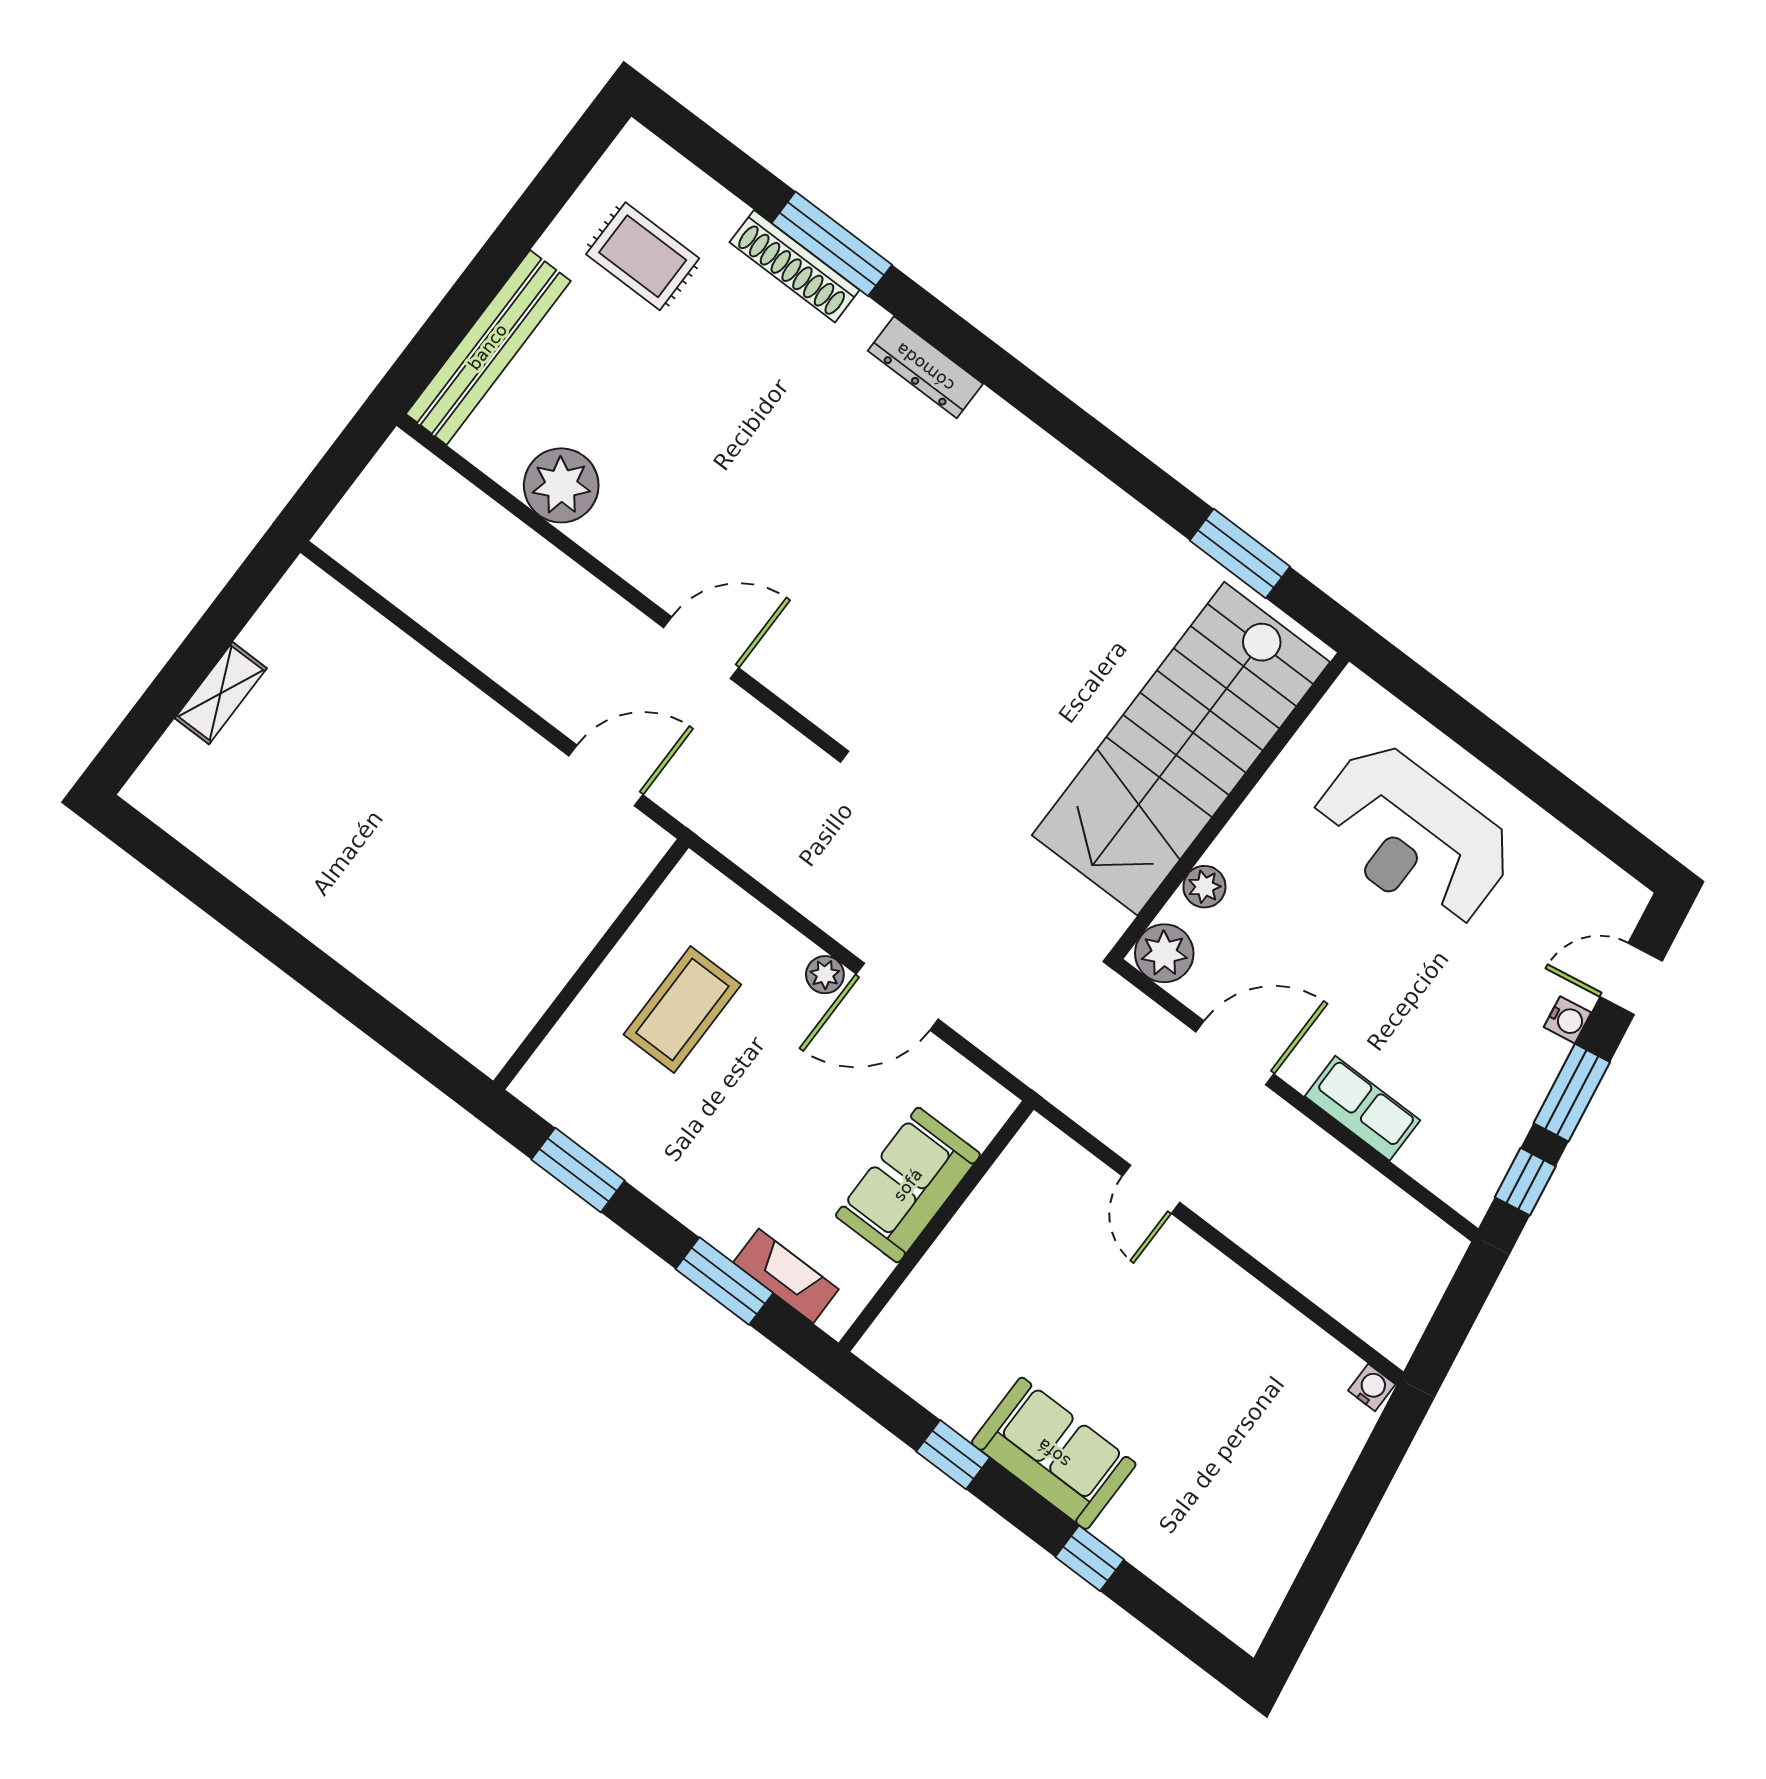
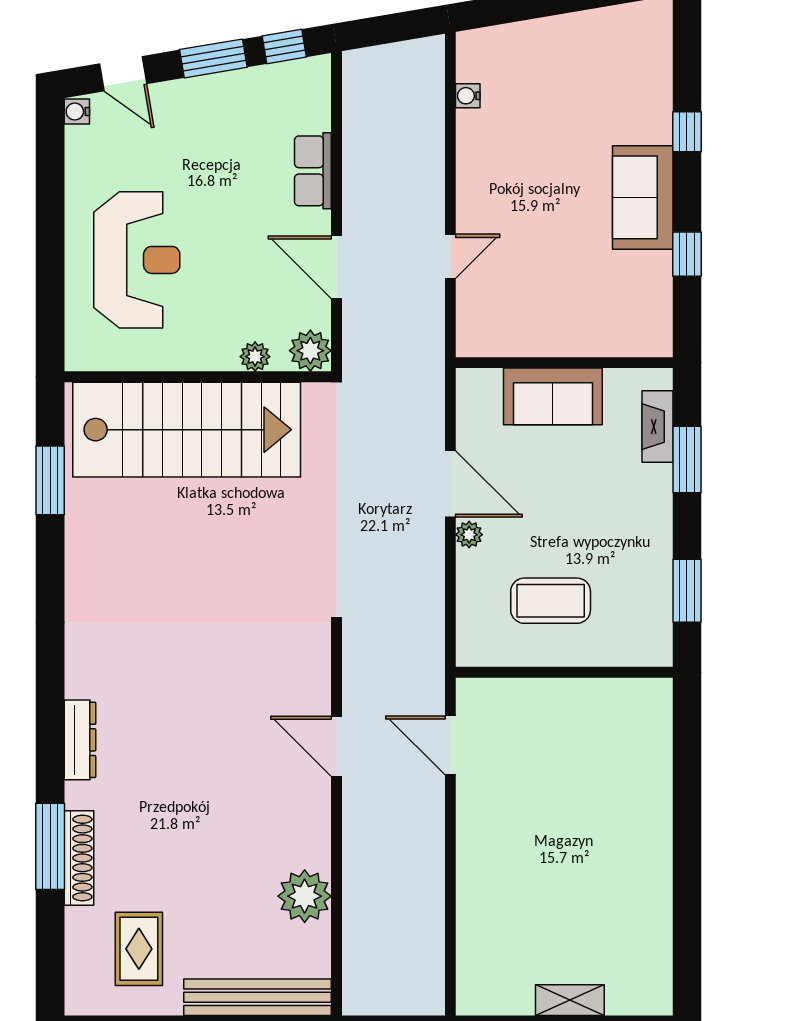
water cooler: (1567, 1020) -> (77, 112), moved, turned -80
water cooler: (1372, 1387) -> (468, 96), moved

